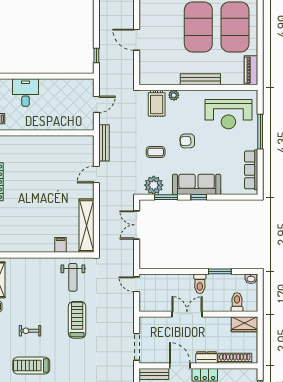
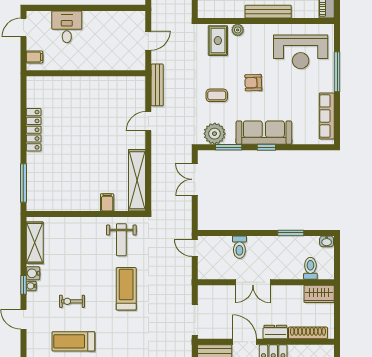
toilet: (200, 284) -> (239, 247), moved
double door: (187, 314) -> (253, 282), swing flipped

